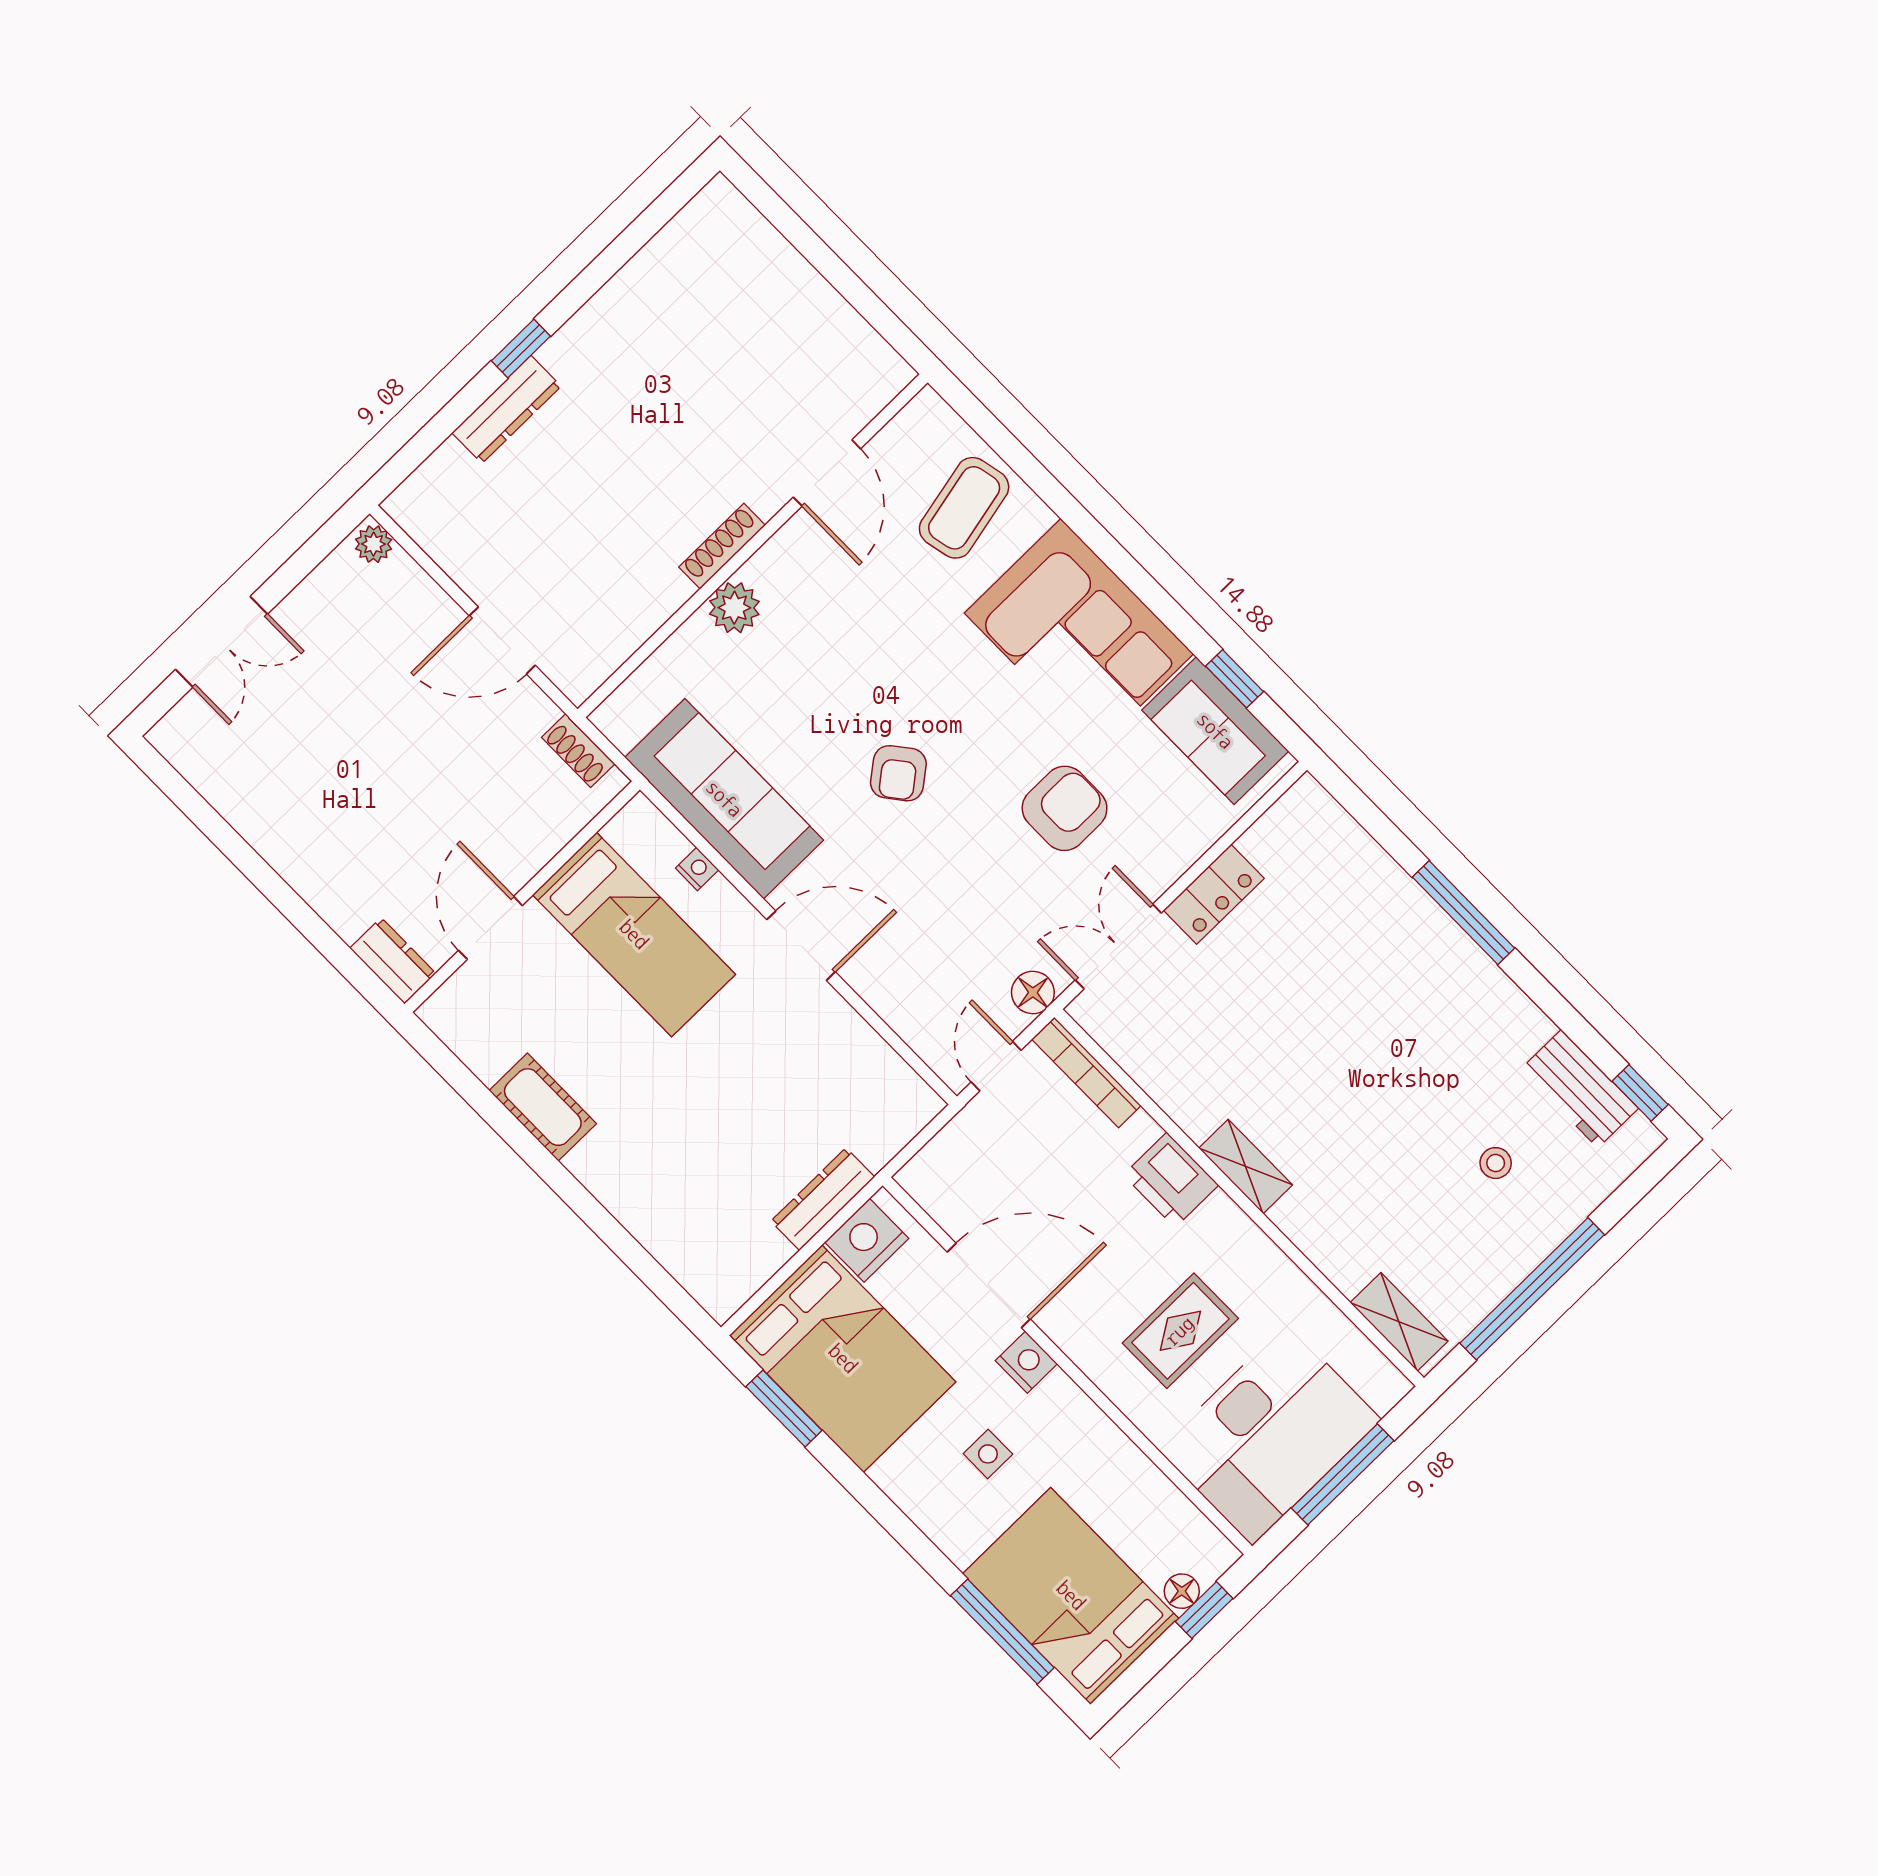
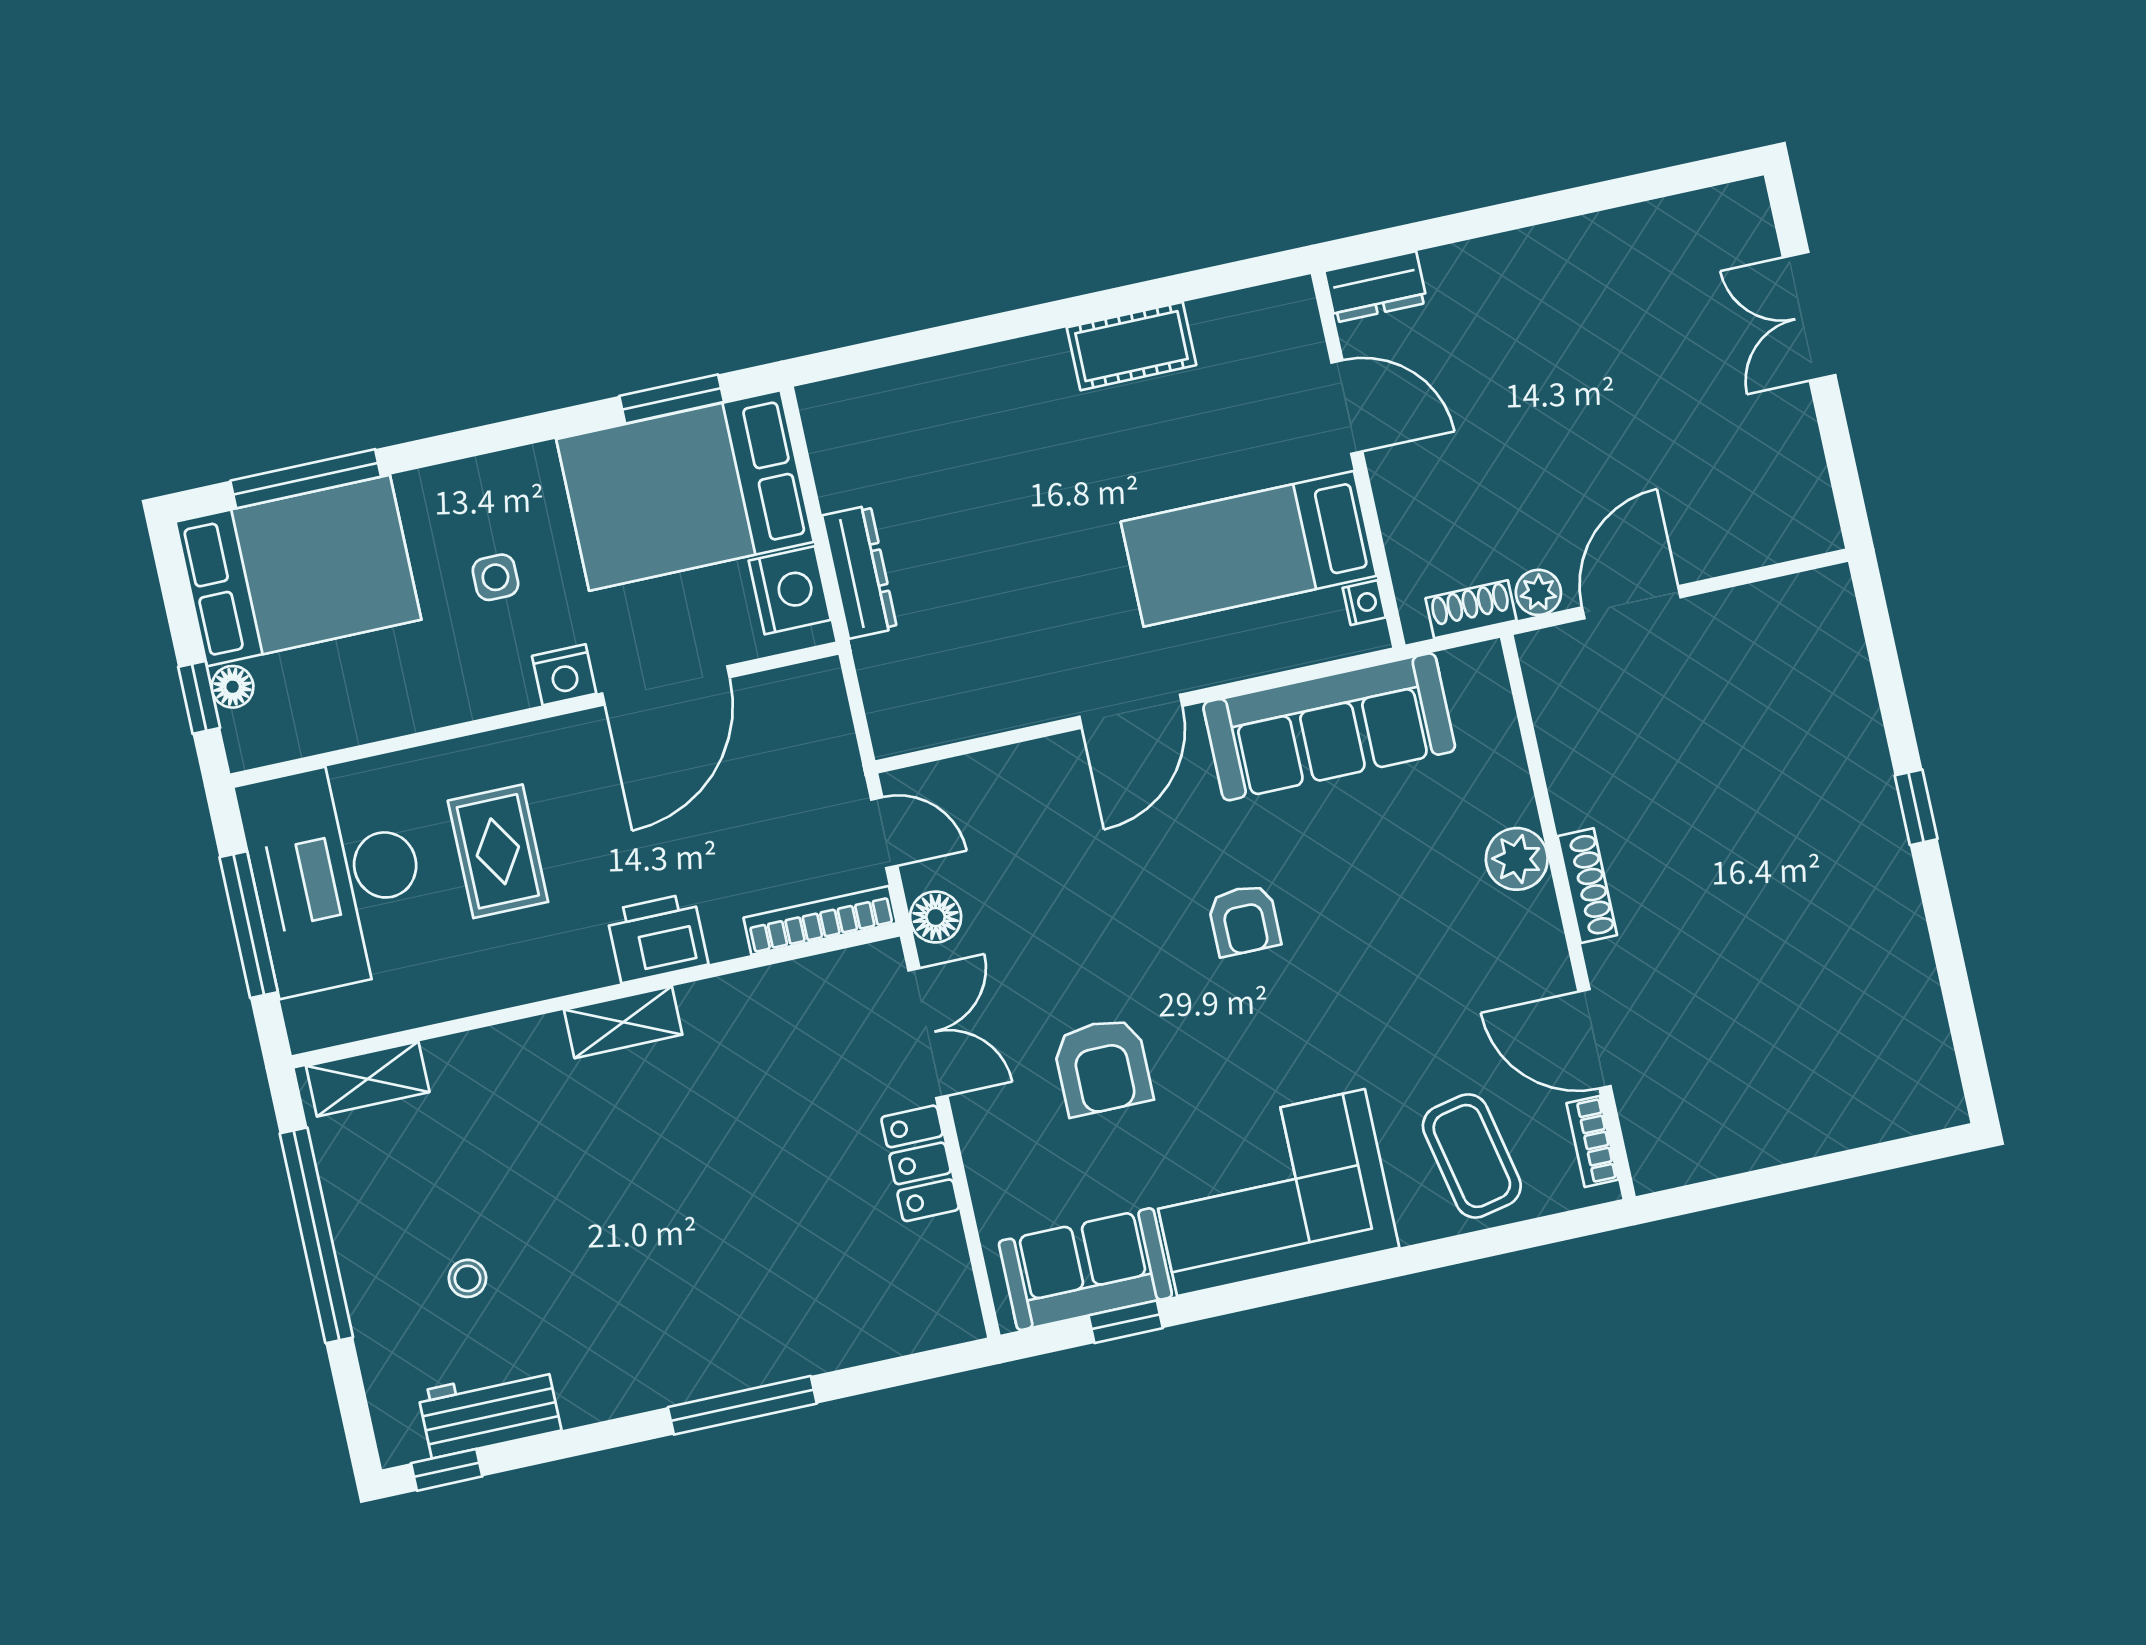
dresser: (506, 410) -> (1863, 754), removed
bookcase: (900, 429) -> (1592, 1141), added
plant: (374, 544) -> (1538, 592), moved
armchair: (898, 773) -> (1244, 920), turned -142
nightstand: (697, 869) -> (1364, 603), moved, turned -90

